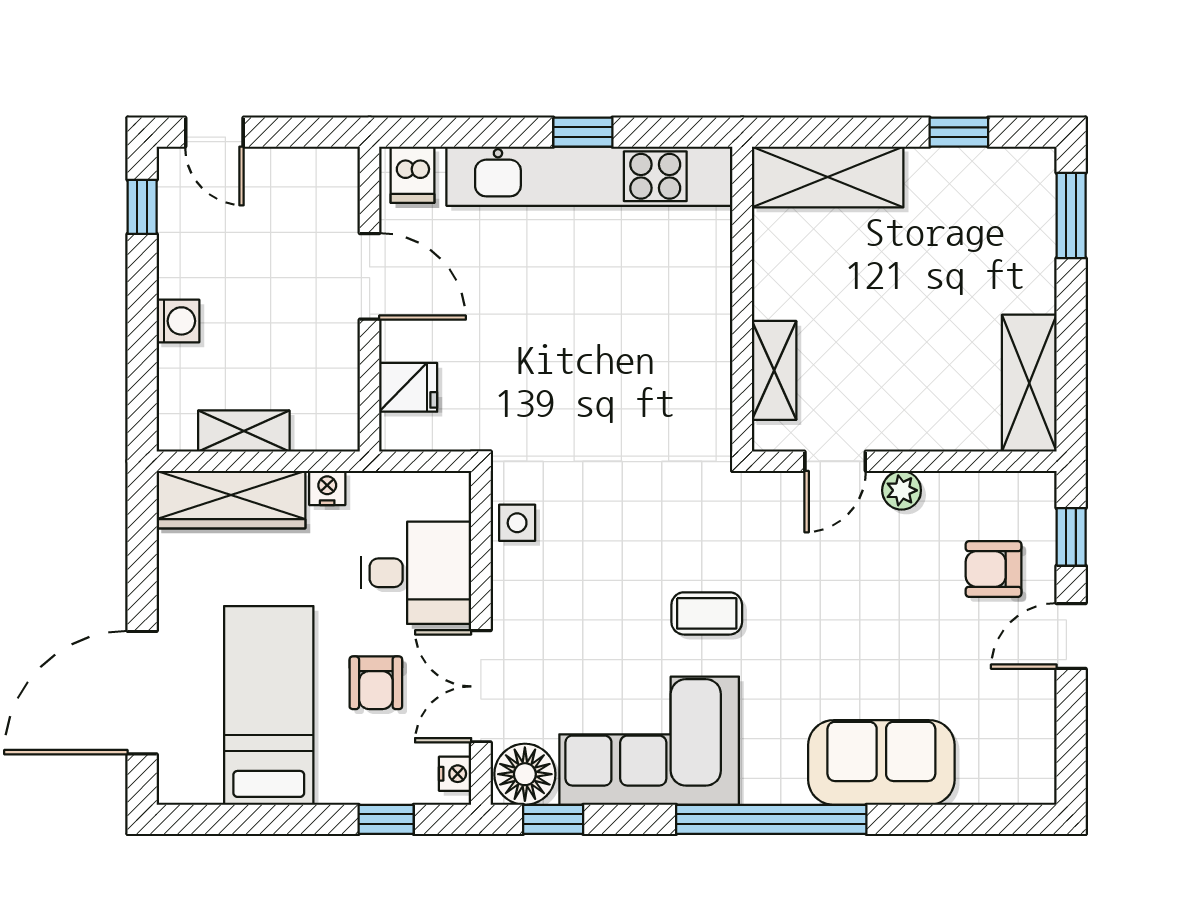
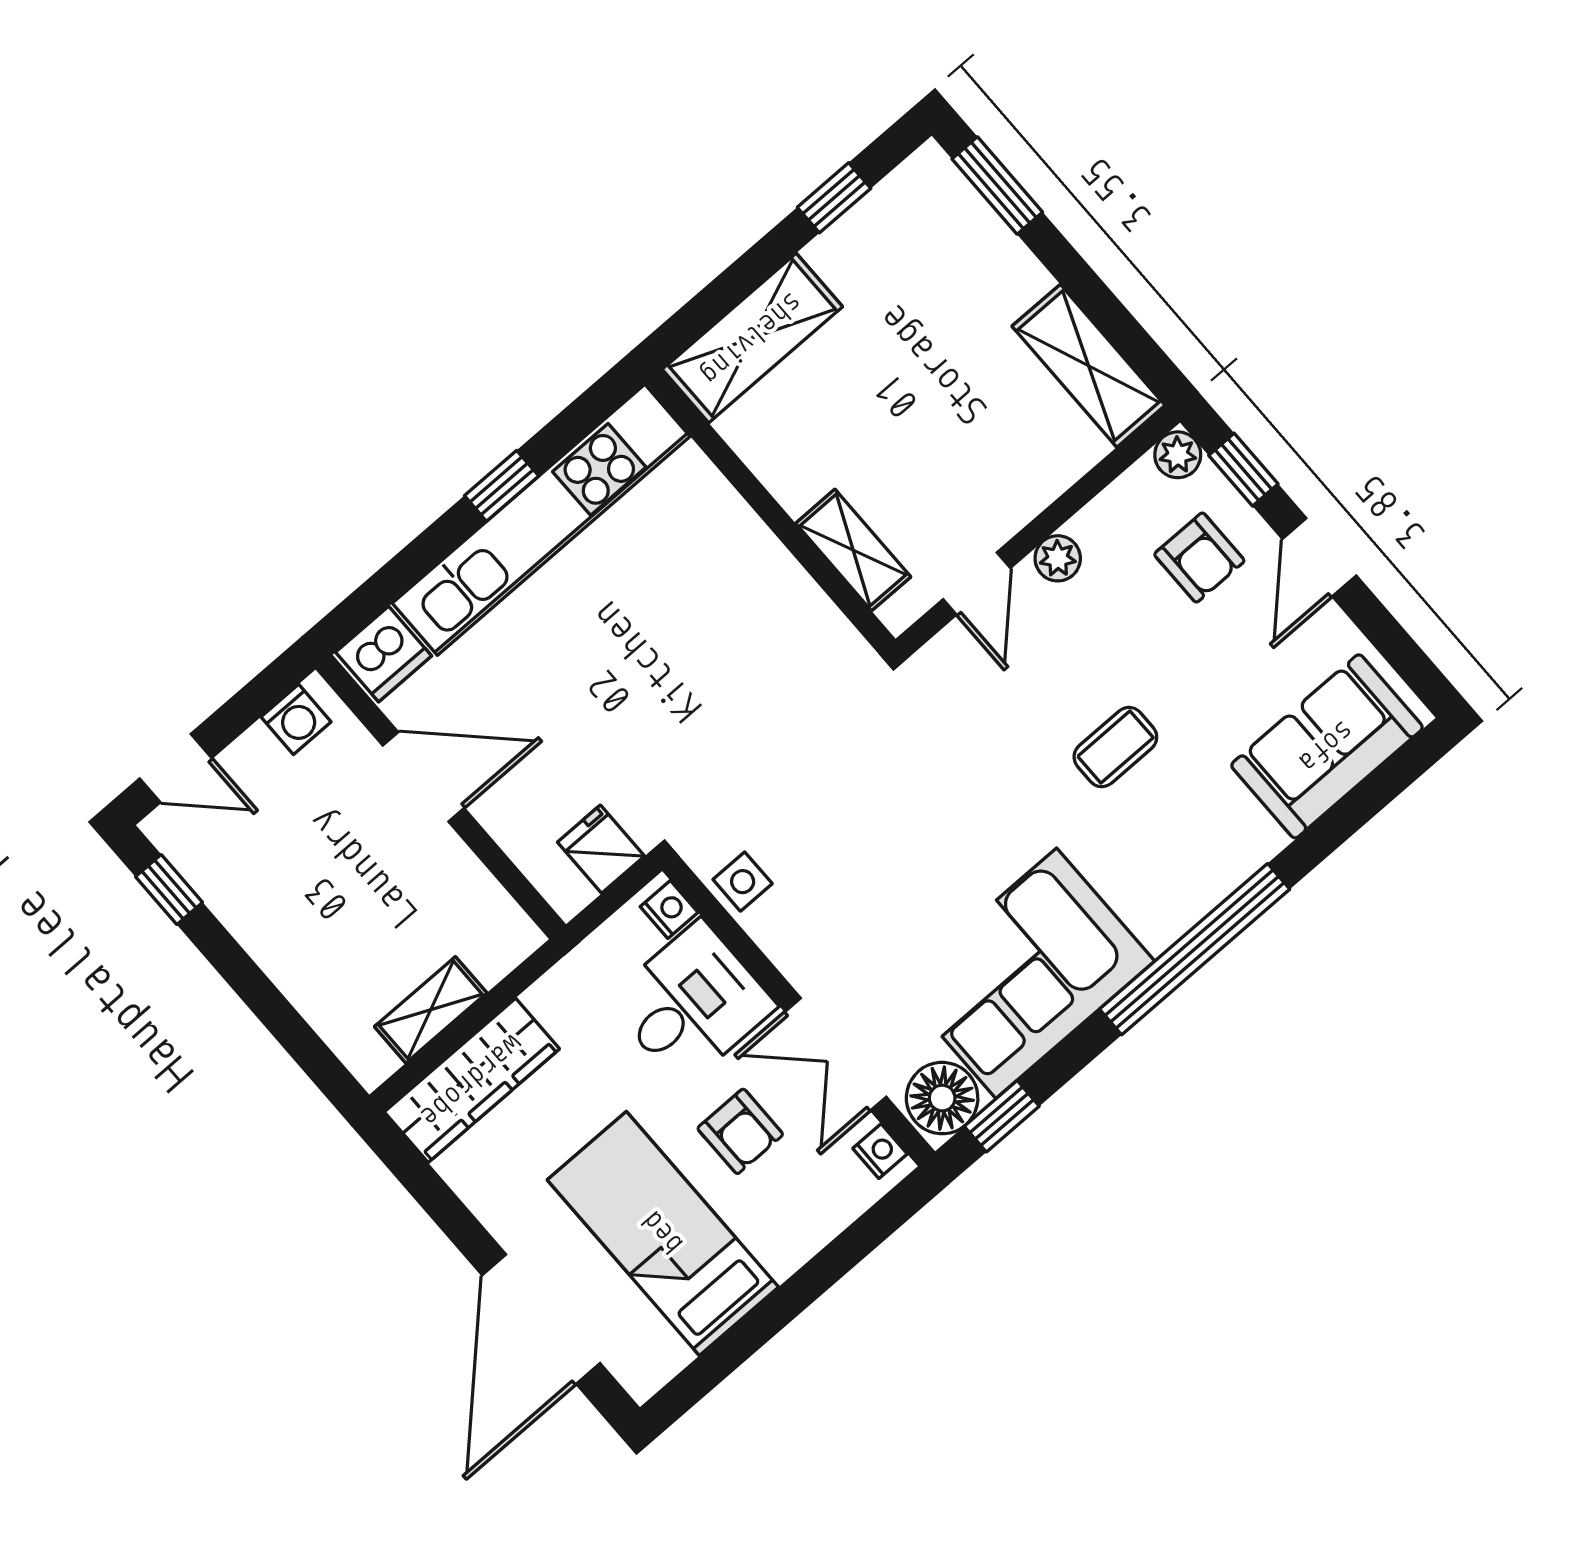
dishwasher: (413, 175) -> (384, 654), width x1.38
washing machine: (178, 321) -> (296, 719), moved, turned 90
fridge: (408, 387) -> (601, 849), moved, turned -90
nightstand: (327, 488) -> (669, 909), moved, turned 90
plant: (1037, 491) -> (1178, 455), added
armchair: (993, 569) -> (1199, 558), turned -90
coffee table: (707, 613) -> (1115, 747), moved
sofa: (881, 762) -> (1327, 746), moved
window: (386, 819) -> (854, 1244), removed

